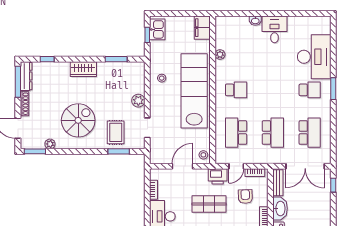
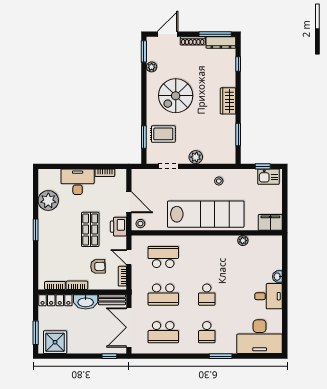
desk: (314, 57) -> (260, 337), moved
window: (333, 89) -> (221, 356), moved
school desk: (236, 90) -> (207, 295), moved
spiral stairs: (78, 120) -> (176, 96), turned 90
printer: (218, 176) -> (118, 227), moved

